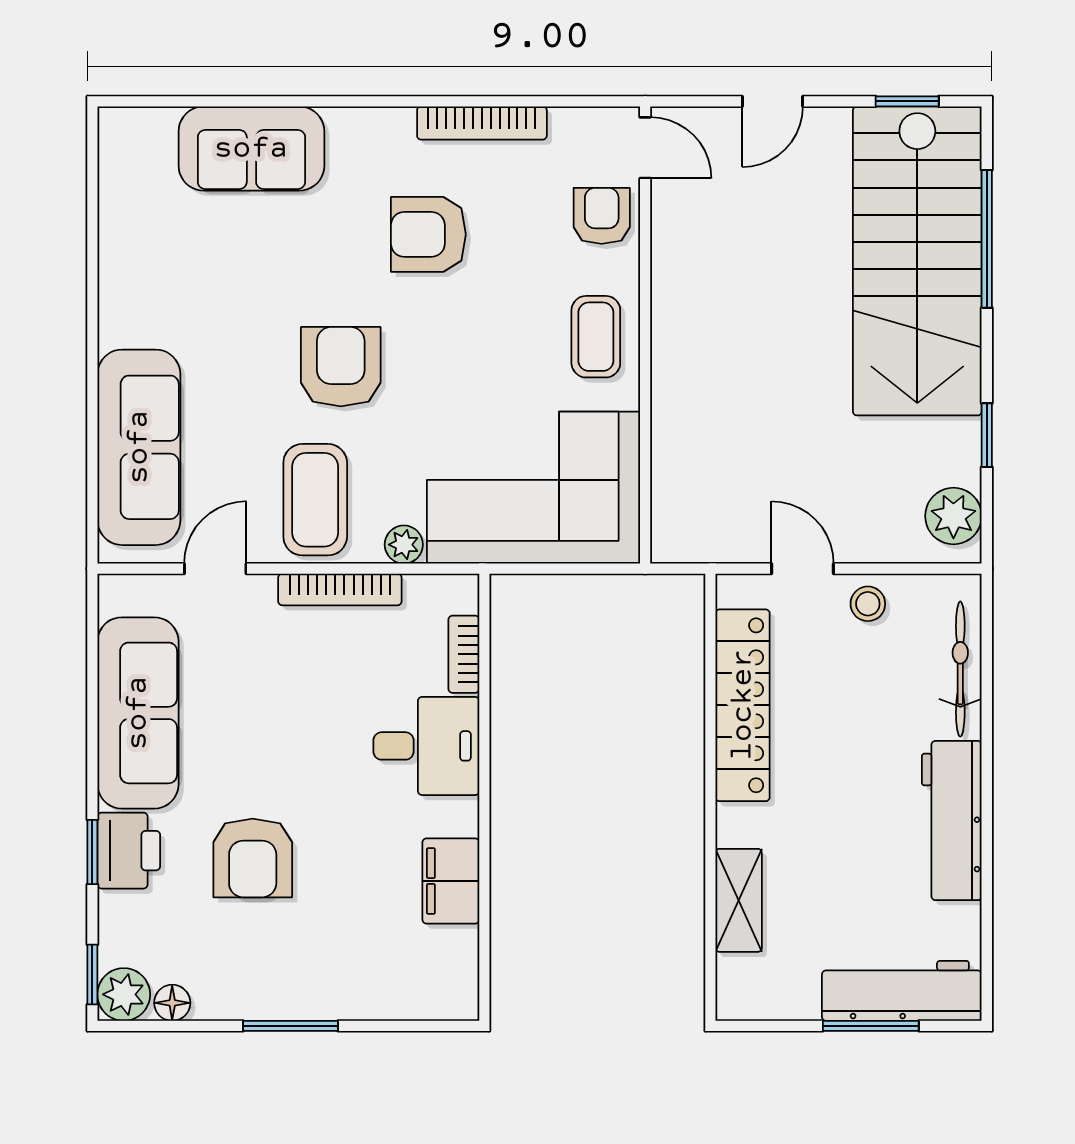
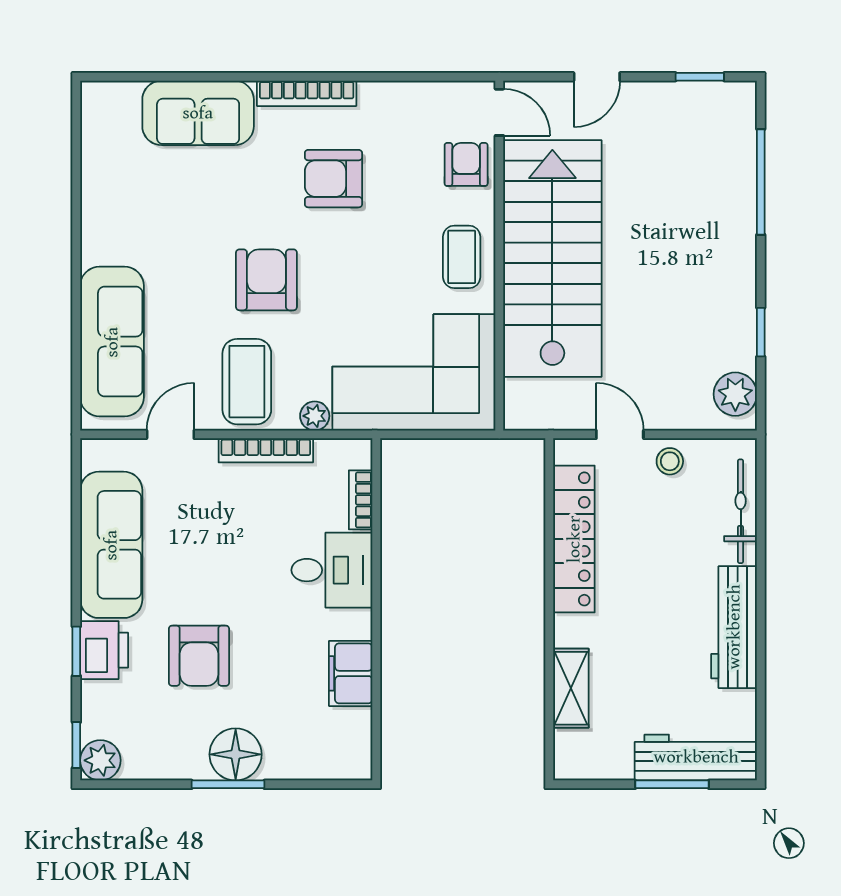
bookcase: (482, 123) -> (307, 93), moved
stairs: (917, 261) -> (552, 259), moved, turned 180
floor lamp: (172, 1003) -> (236, 754), moved, width x1.89, depth x1.89

